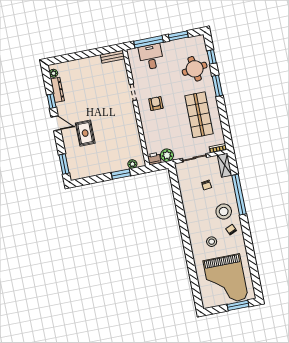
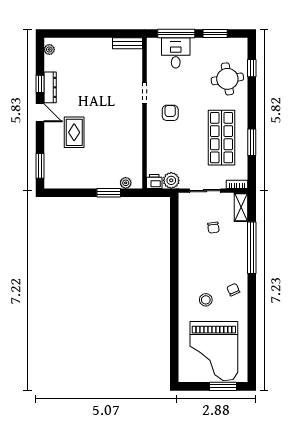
window: (217, 86) -> (252, 142), moved
dresser: (57, 90) -> (50, 87), moved
stool: (224, 212) -> (228, 265), removed

